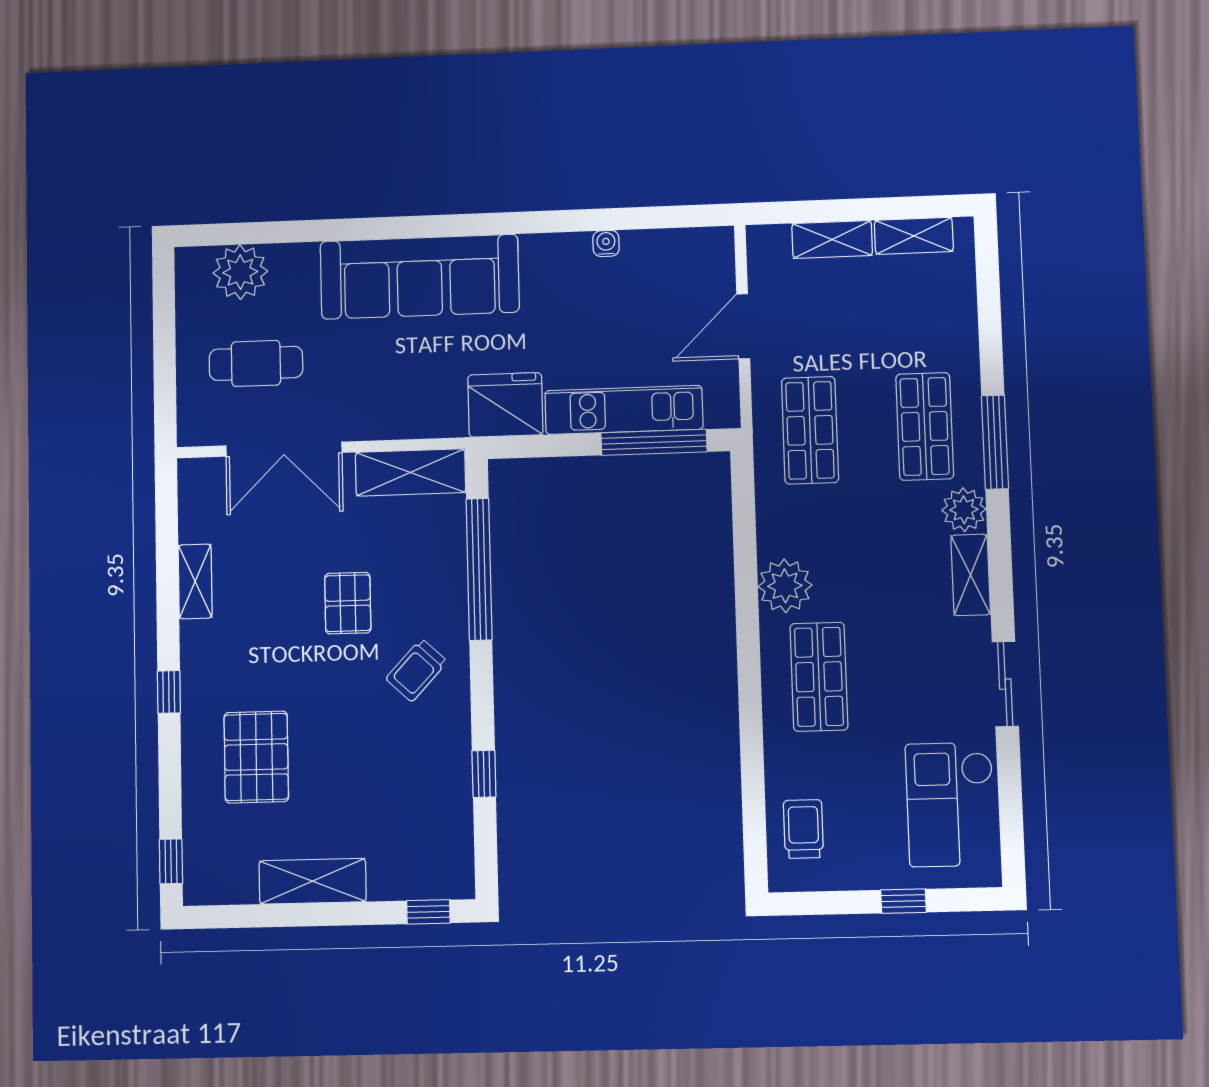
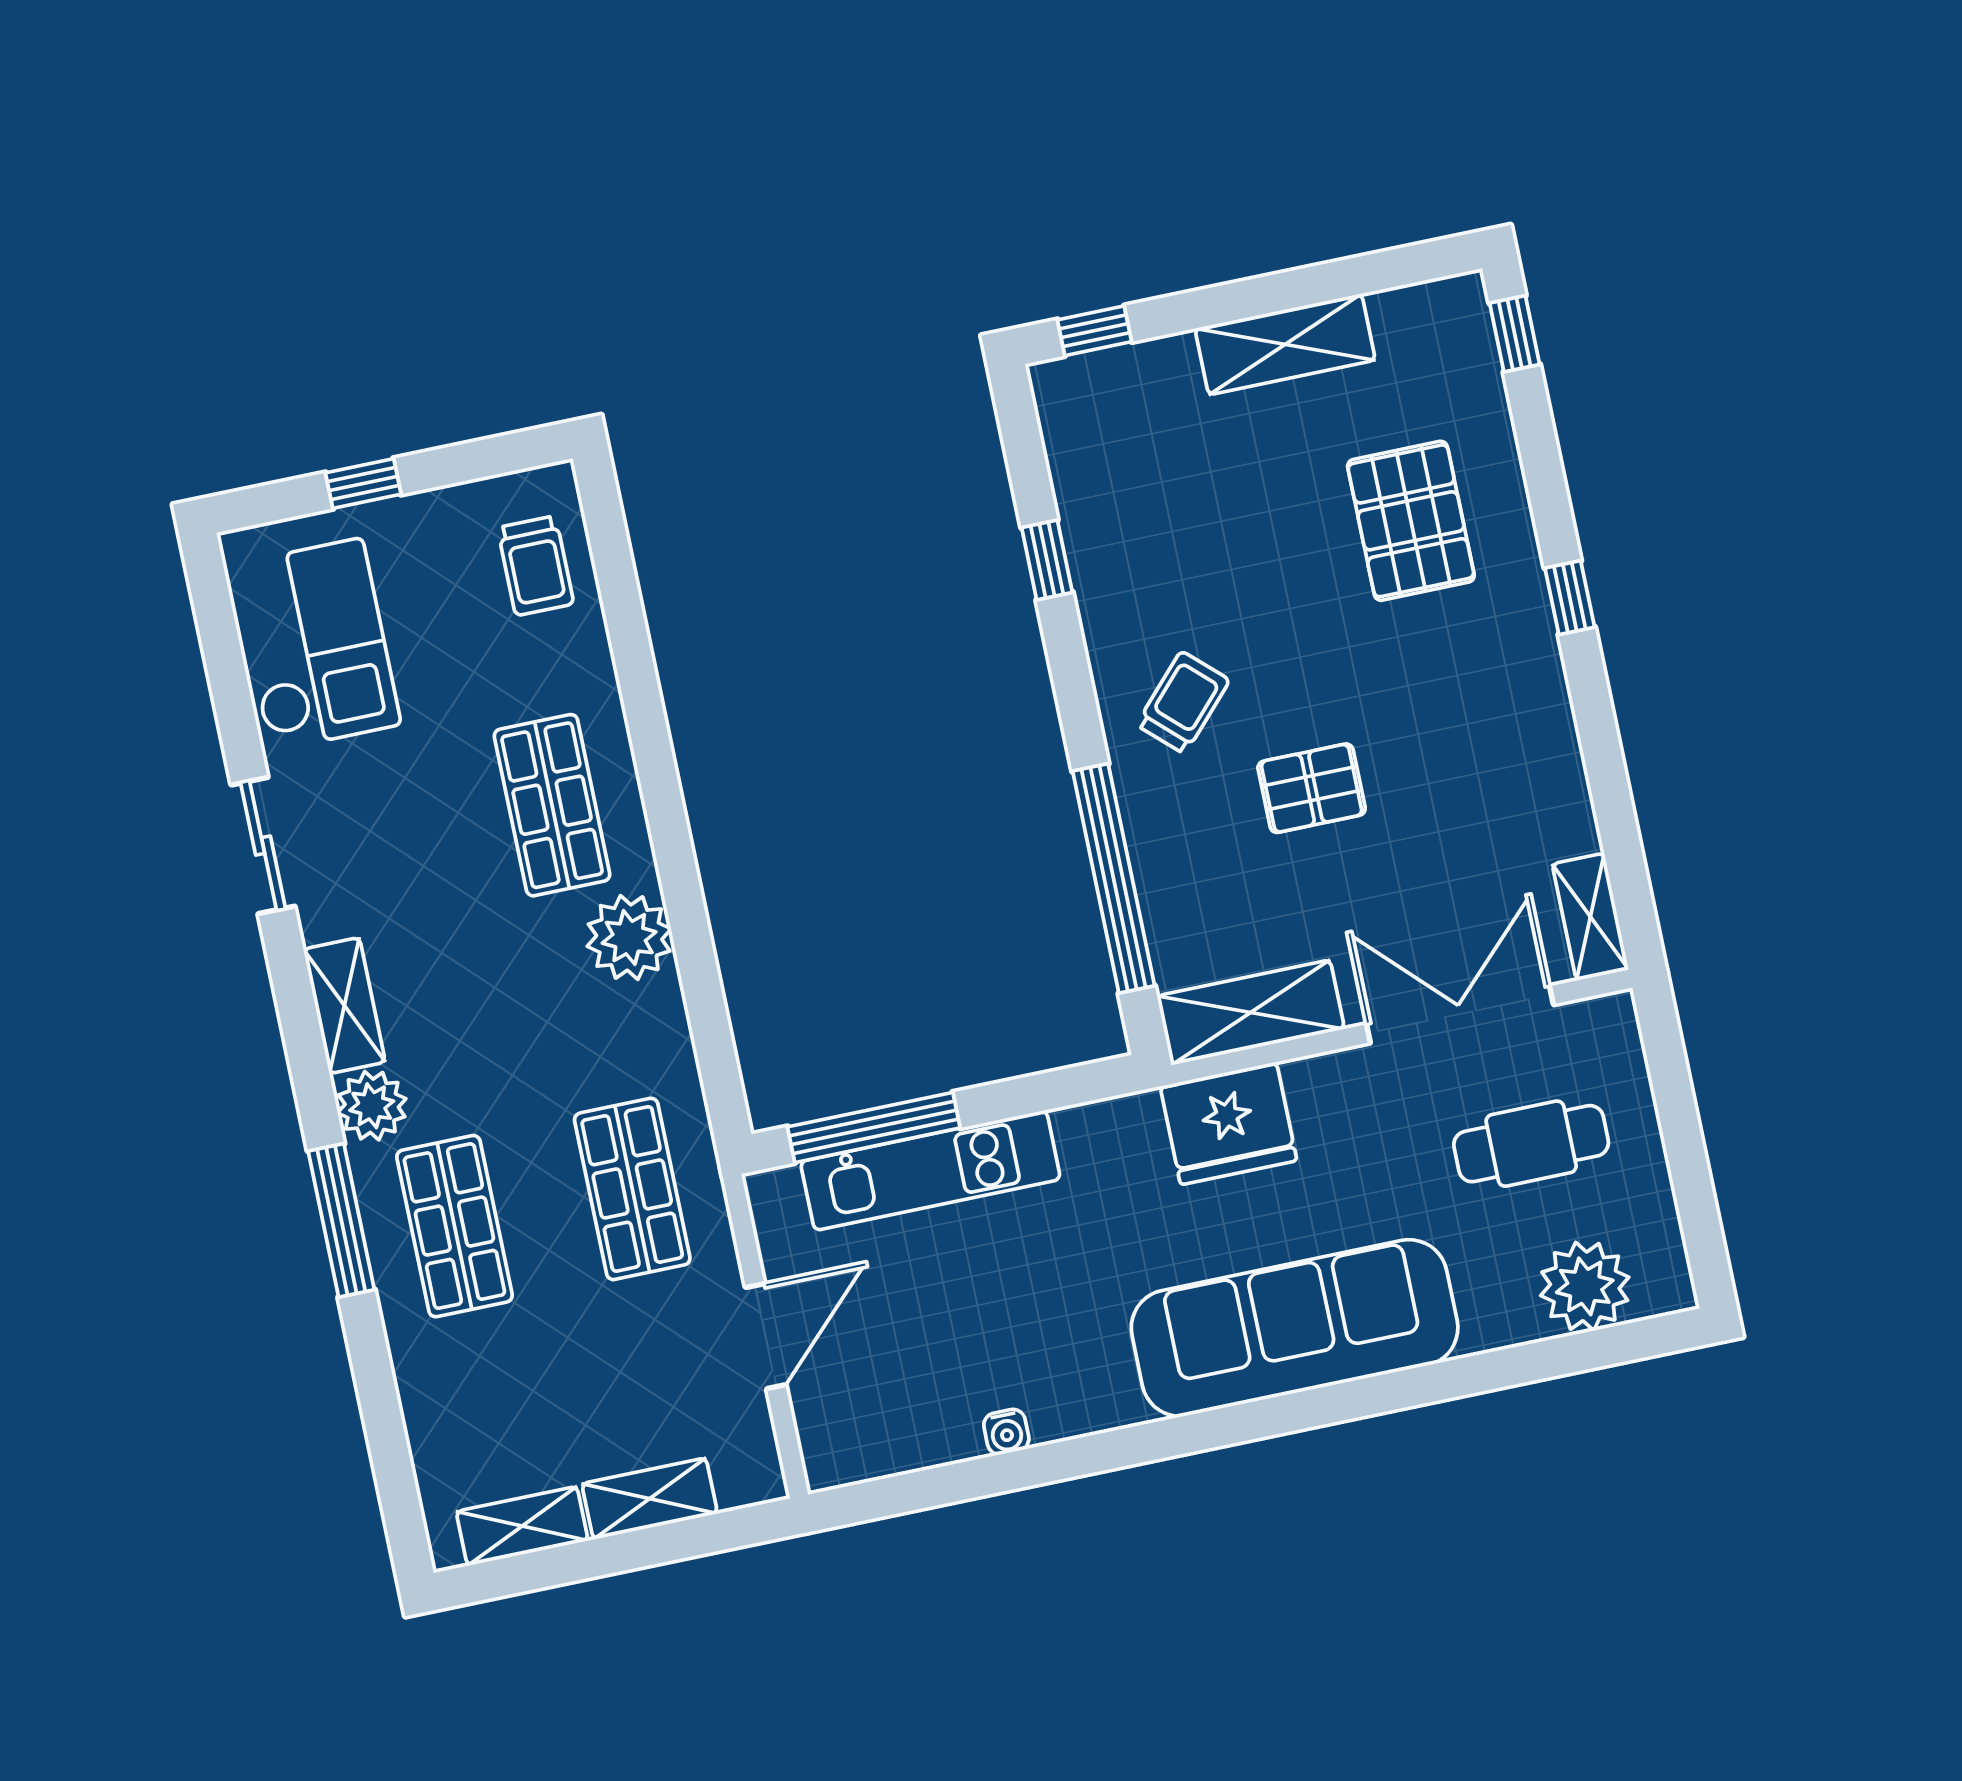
fridge: (505, 405) -> (1228, 1123), moved
shelving: (195, 581) -> (1590, 917), moved
pallet: (348, 603) -> (1312, 788), turned 90

